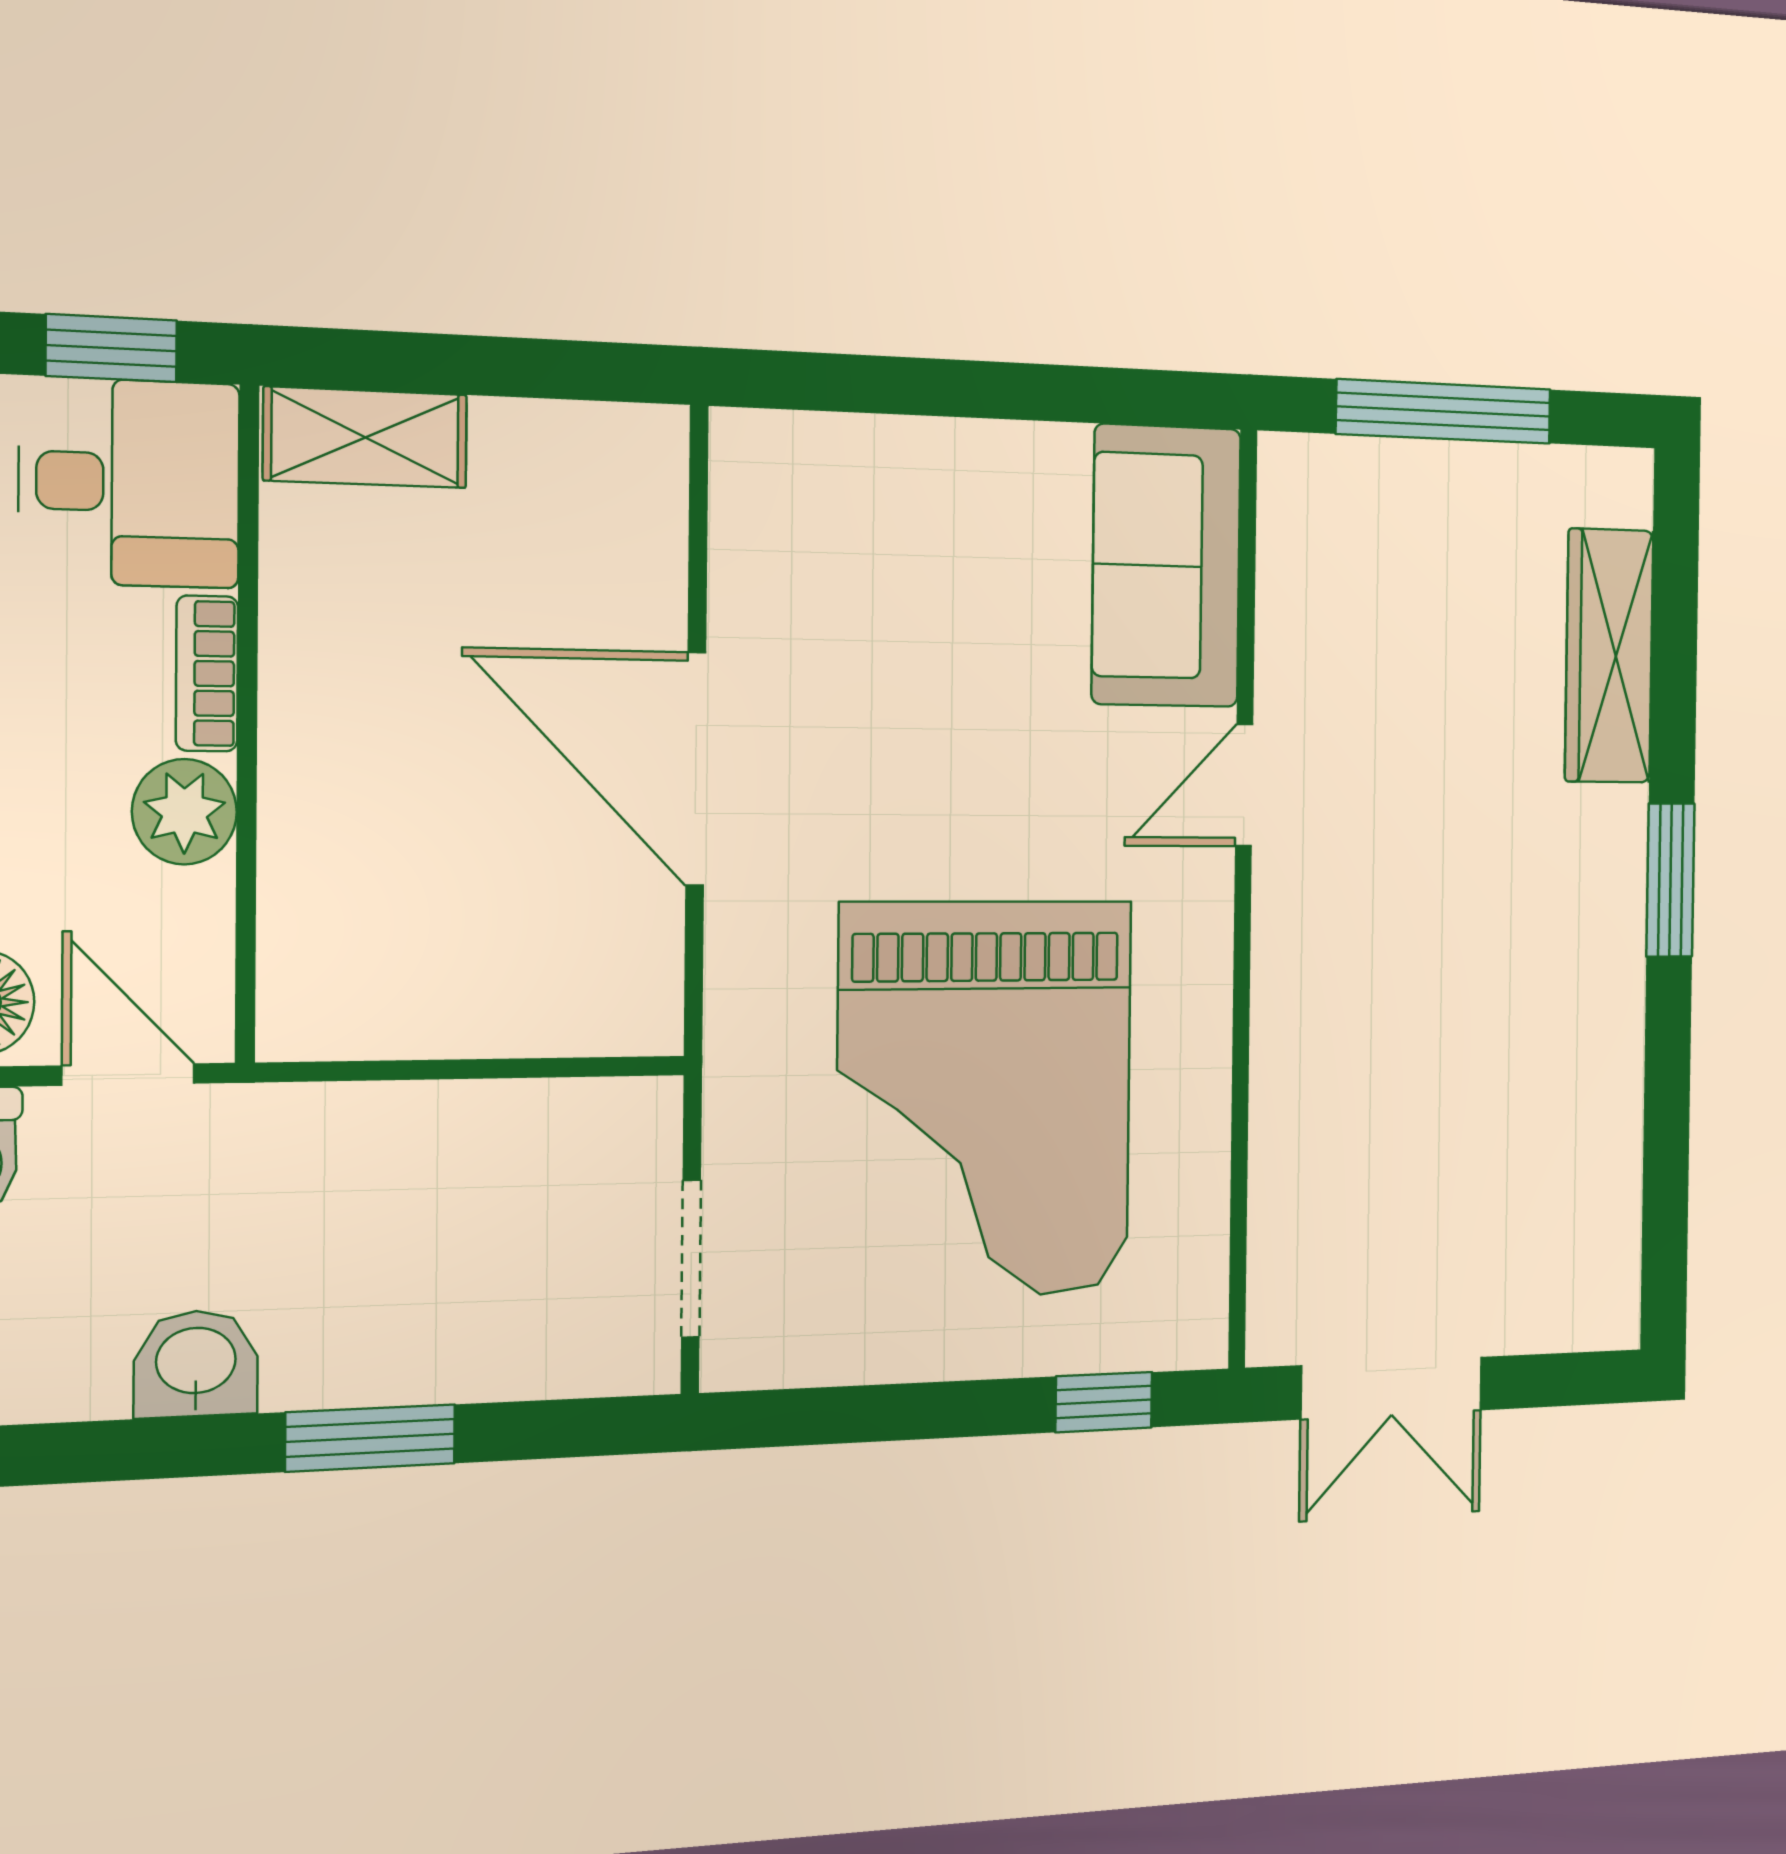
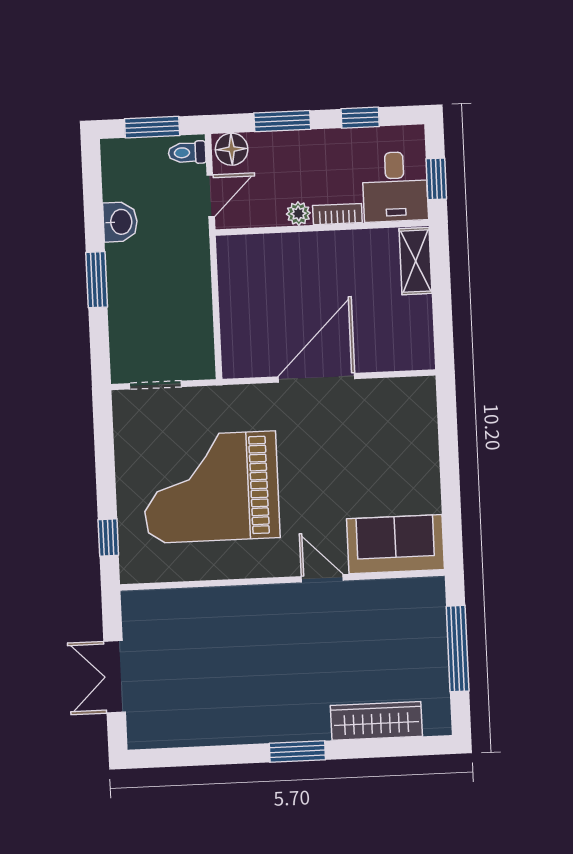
plant: (184, 812) -> (298, 214), width x0.73, depth x0.73
double door: (1392, 1388) -> (115, 677), moved

